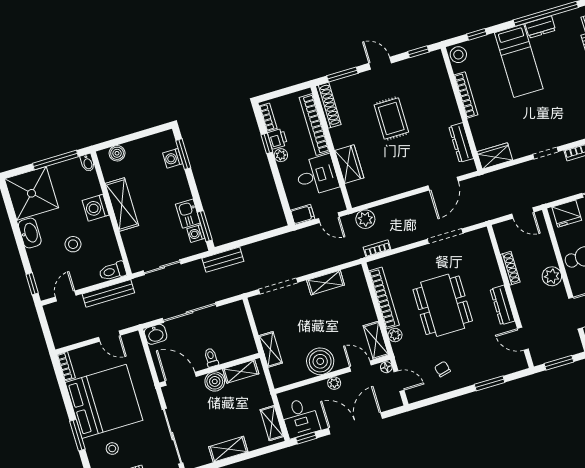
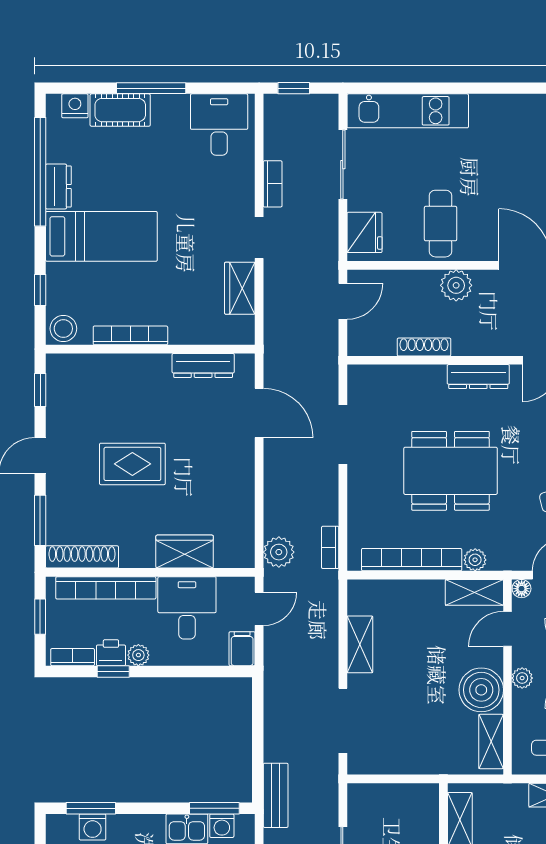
window: (286, 91) -> (40, 617), added
wardrobe: (495, 156) -> (240, 288), moved
shelving: (271, 349) -> (491, 742), moved, turned 90

